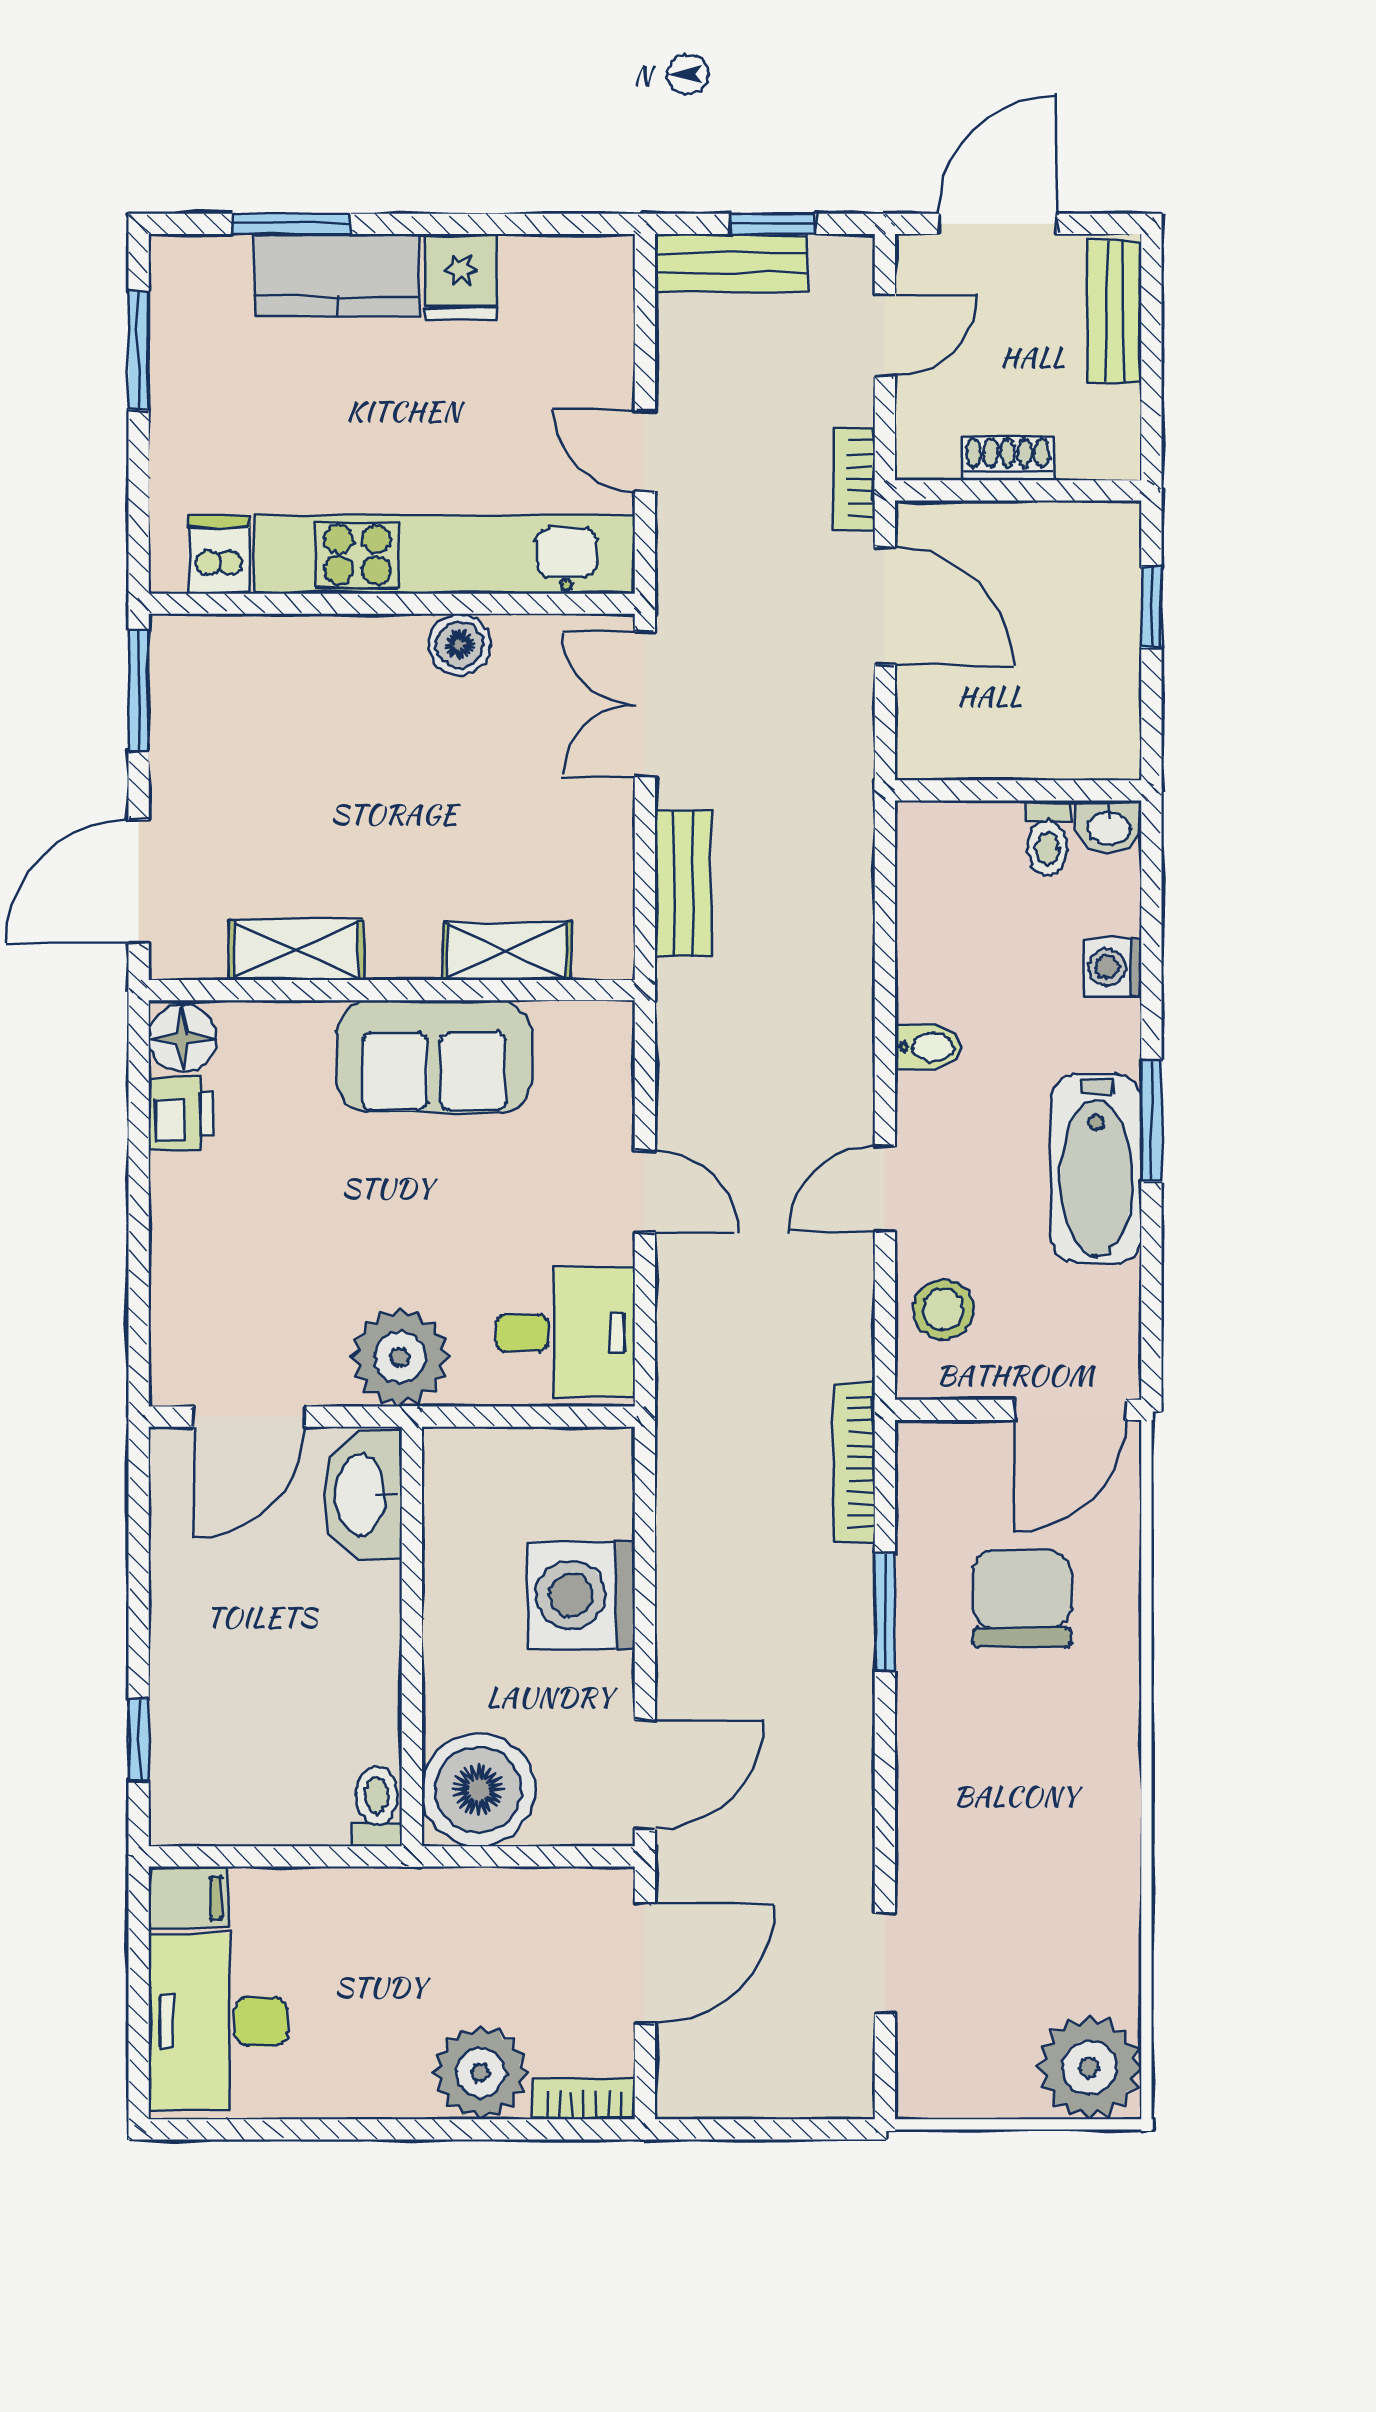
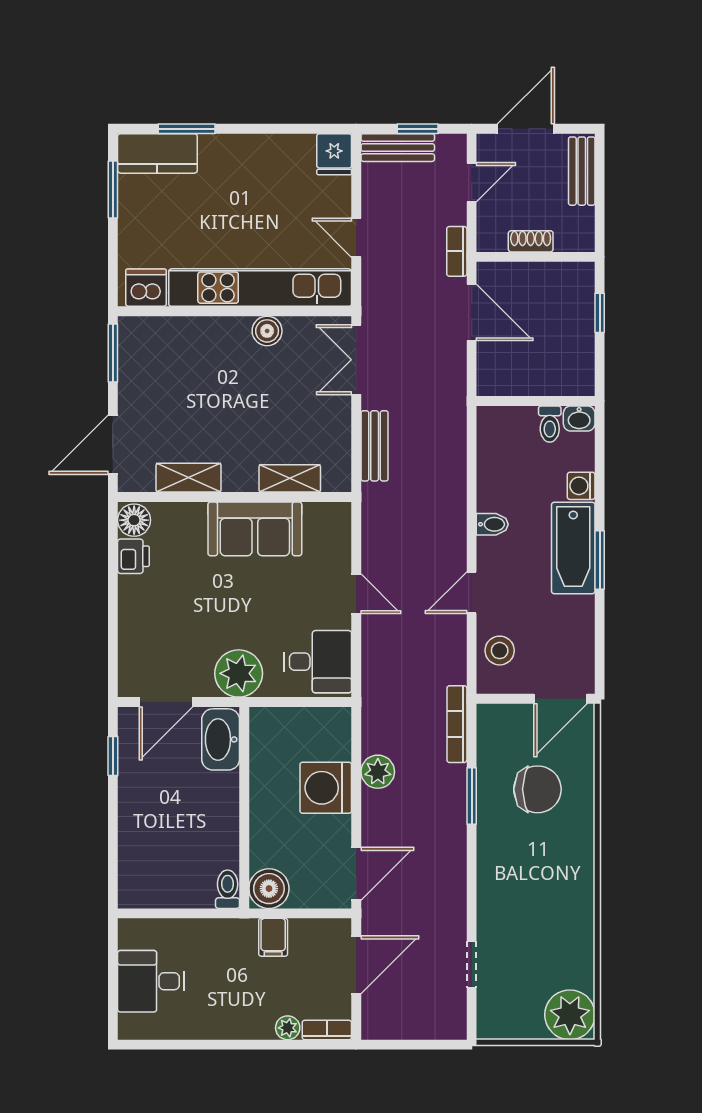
kitchen counter: (337, 275) -> (157, 153), moved
fridge: (461, 277) -> (334, 154), moved
dishwasher: (219, 555) -> (146, 288), width x1.38
bathtub: (1096, 1169) -> (573, 548), moved
plant: (690, 1562) -> (378, 772), added
chair: (1022, 1598) -> (537, 789), turned 90
window: (139, 1740) -> (113, 756), moved
boiler: (478, 1790) -> (269, 889), width x0.73, depth x0.73
filing cabinet: (188, 1898) -> (273, 937), moved, turned 90
desk: (218, 2022) -> (151, 981), width x0.73
plant: (480, 2073) -> (288, 1028), width x0.53, depth x0.53

